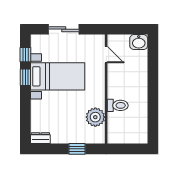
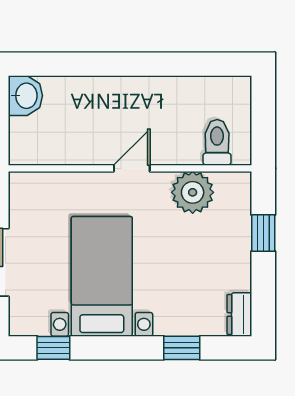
door: (106, 55) -> (132, 168), moved
window: (25, 77) -> (182, 348), moved
toilet: (118, 105) -> (217, 142), moved

